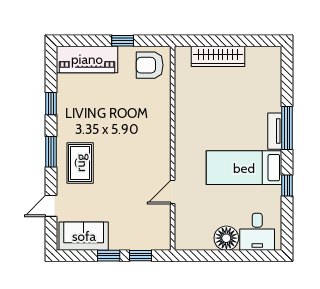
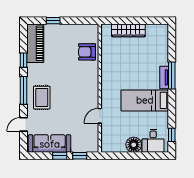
window: (123, 41) -> (53, 21), moved
piano: (87, 59) -> (35, 43), moved, turned -90
armchair: (150, 65) -> (87, 52), moved
window: (51, 152) -> (23, 90), width x1.44
window: (287, 185) -> (172, 135), moved
sofa: (84, 236) -> (50, 144), width x1.36

